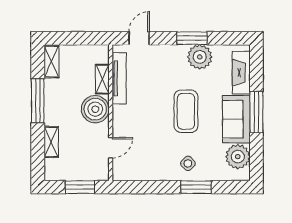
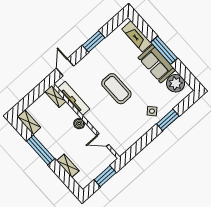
plant: (200, 57) -> (107, 48), removed
shelving: (102, 79) -> (56, 96), moved
boiler: (95, 109) -> (79, 124), width x0.54, depth x0.54
coffee table: (186, 111) -> (116, 89), moved
door: (111, 148) -> (103, 140), swing flipped

